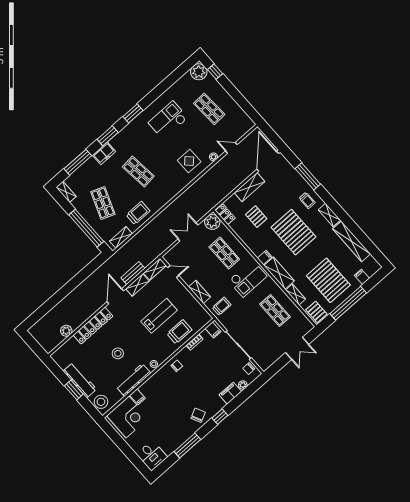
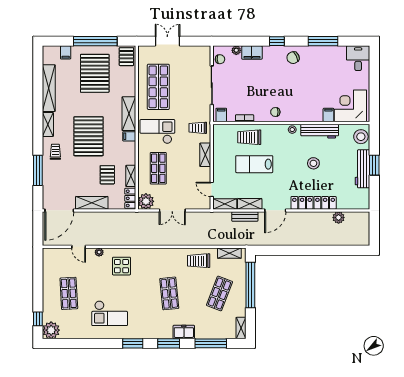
shelving: (296, 295) -> (131, 176), moved
shop shelf: (275, 310) -> (158, 87), width x1.43, depth x1.36

